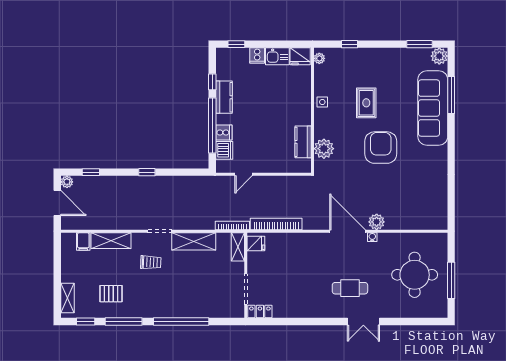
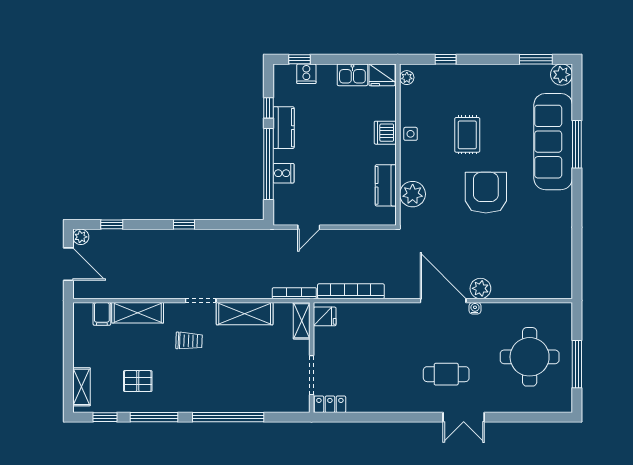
cooker: (257, 55) -> (306, 74), moved
window: (451, 95) -> (577, 144), moved
dishwasher: (224, 150) -> (385, 133), moved, turned 180

